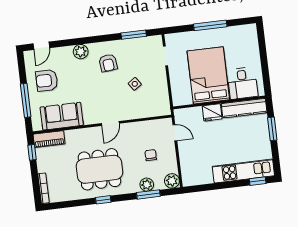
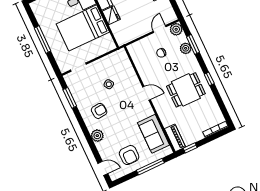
door: (175, 133) -> (160, 29), moved
dining table: (99, 169) -> (186, 90), width x0.73

